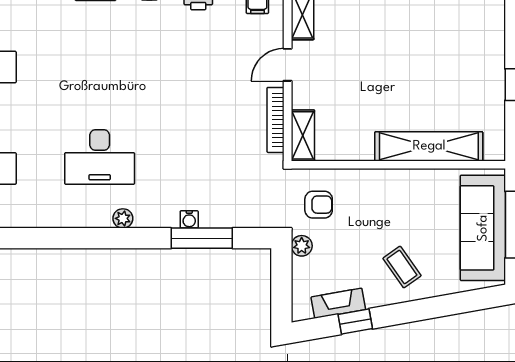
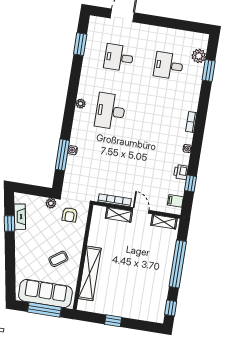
shelving: (303, 135) -> (119, 215), moved
plant: (123, 218) -> (81, 104), moved
coffee table: (402, 267) -> (58, 259), moved

